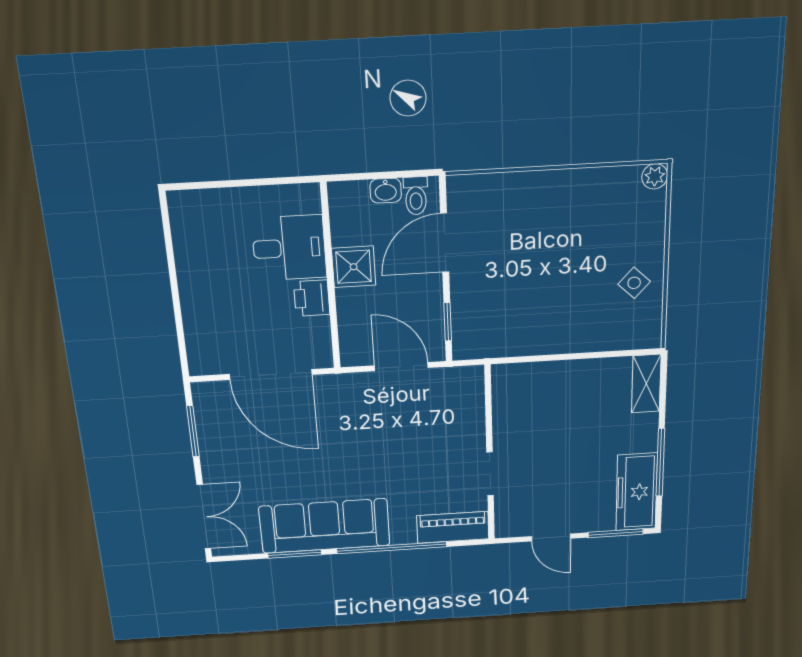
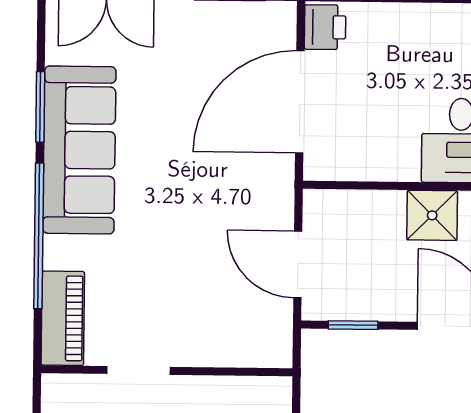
printer: (312, 298) -> (325, 27), moved, turned 90
door: (401, 367) -> (298, 265), swing flipped

